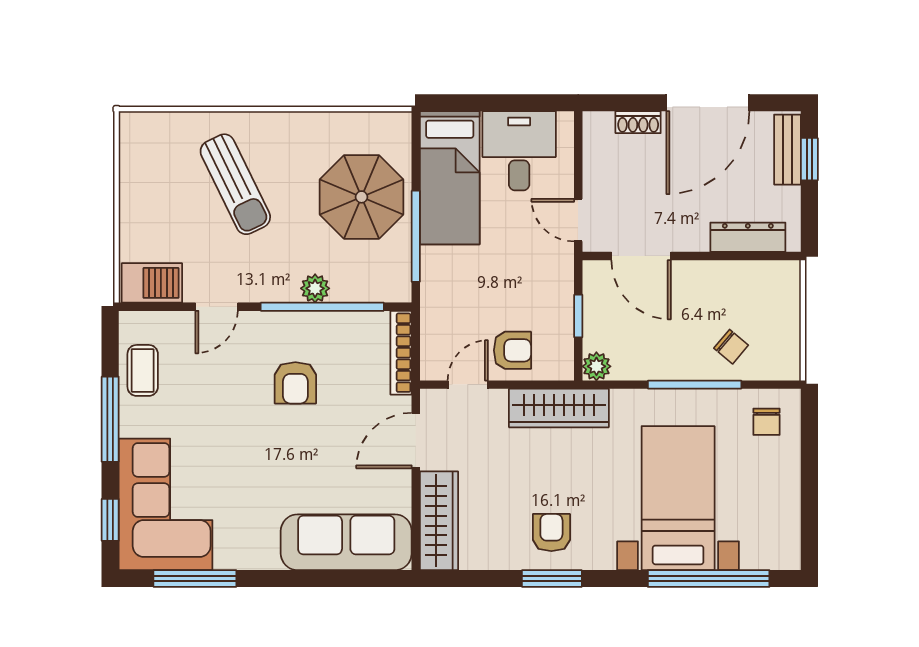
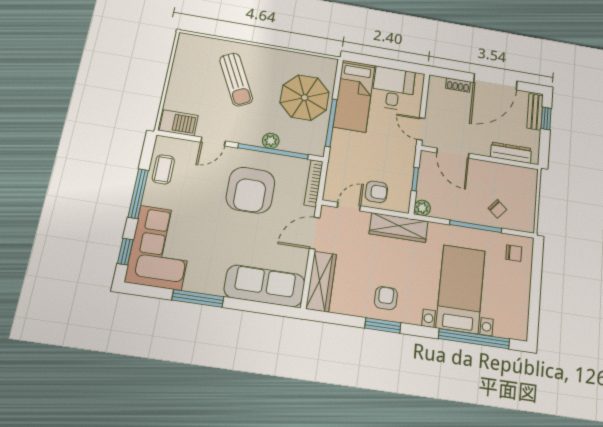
armchair: (295, 383) -> (251, 190), width x1.88, depth x1.88
chair: (766, 422) -> (514, 253), turned -90
window: (195, 579) -> (198, 298), moved

